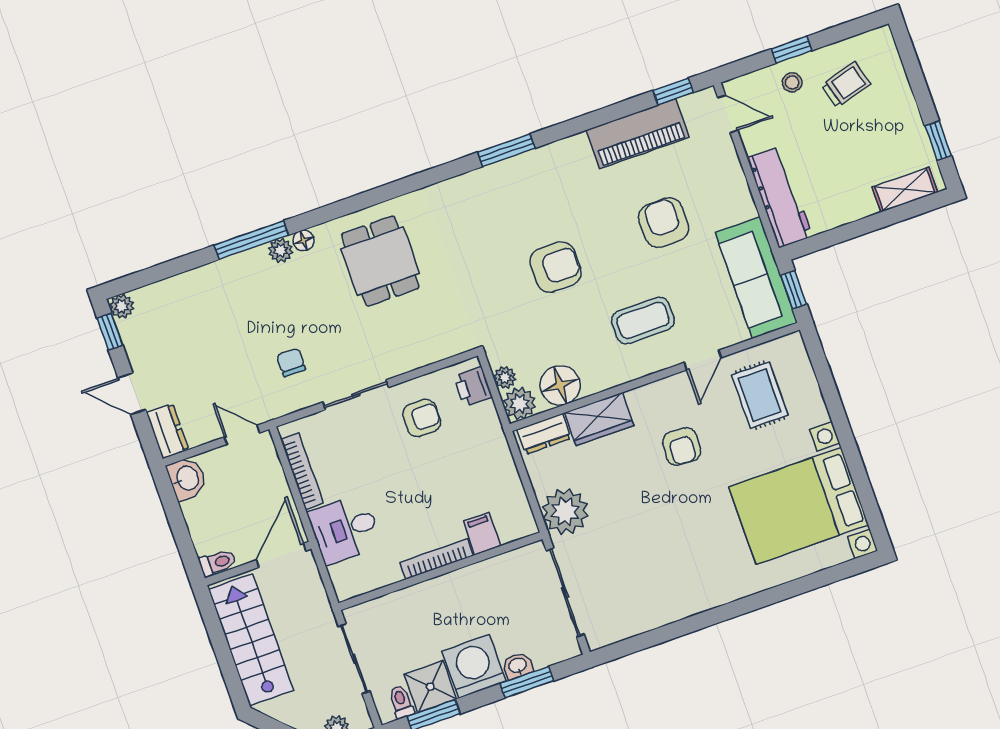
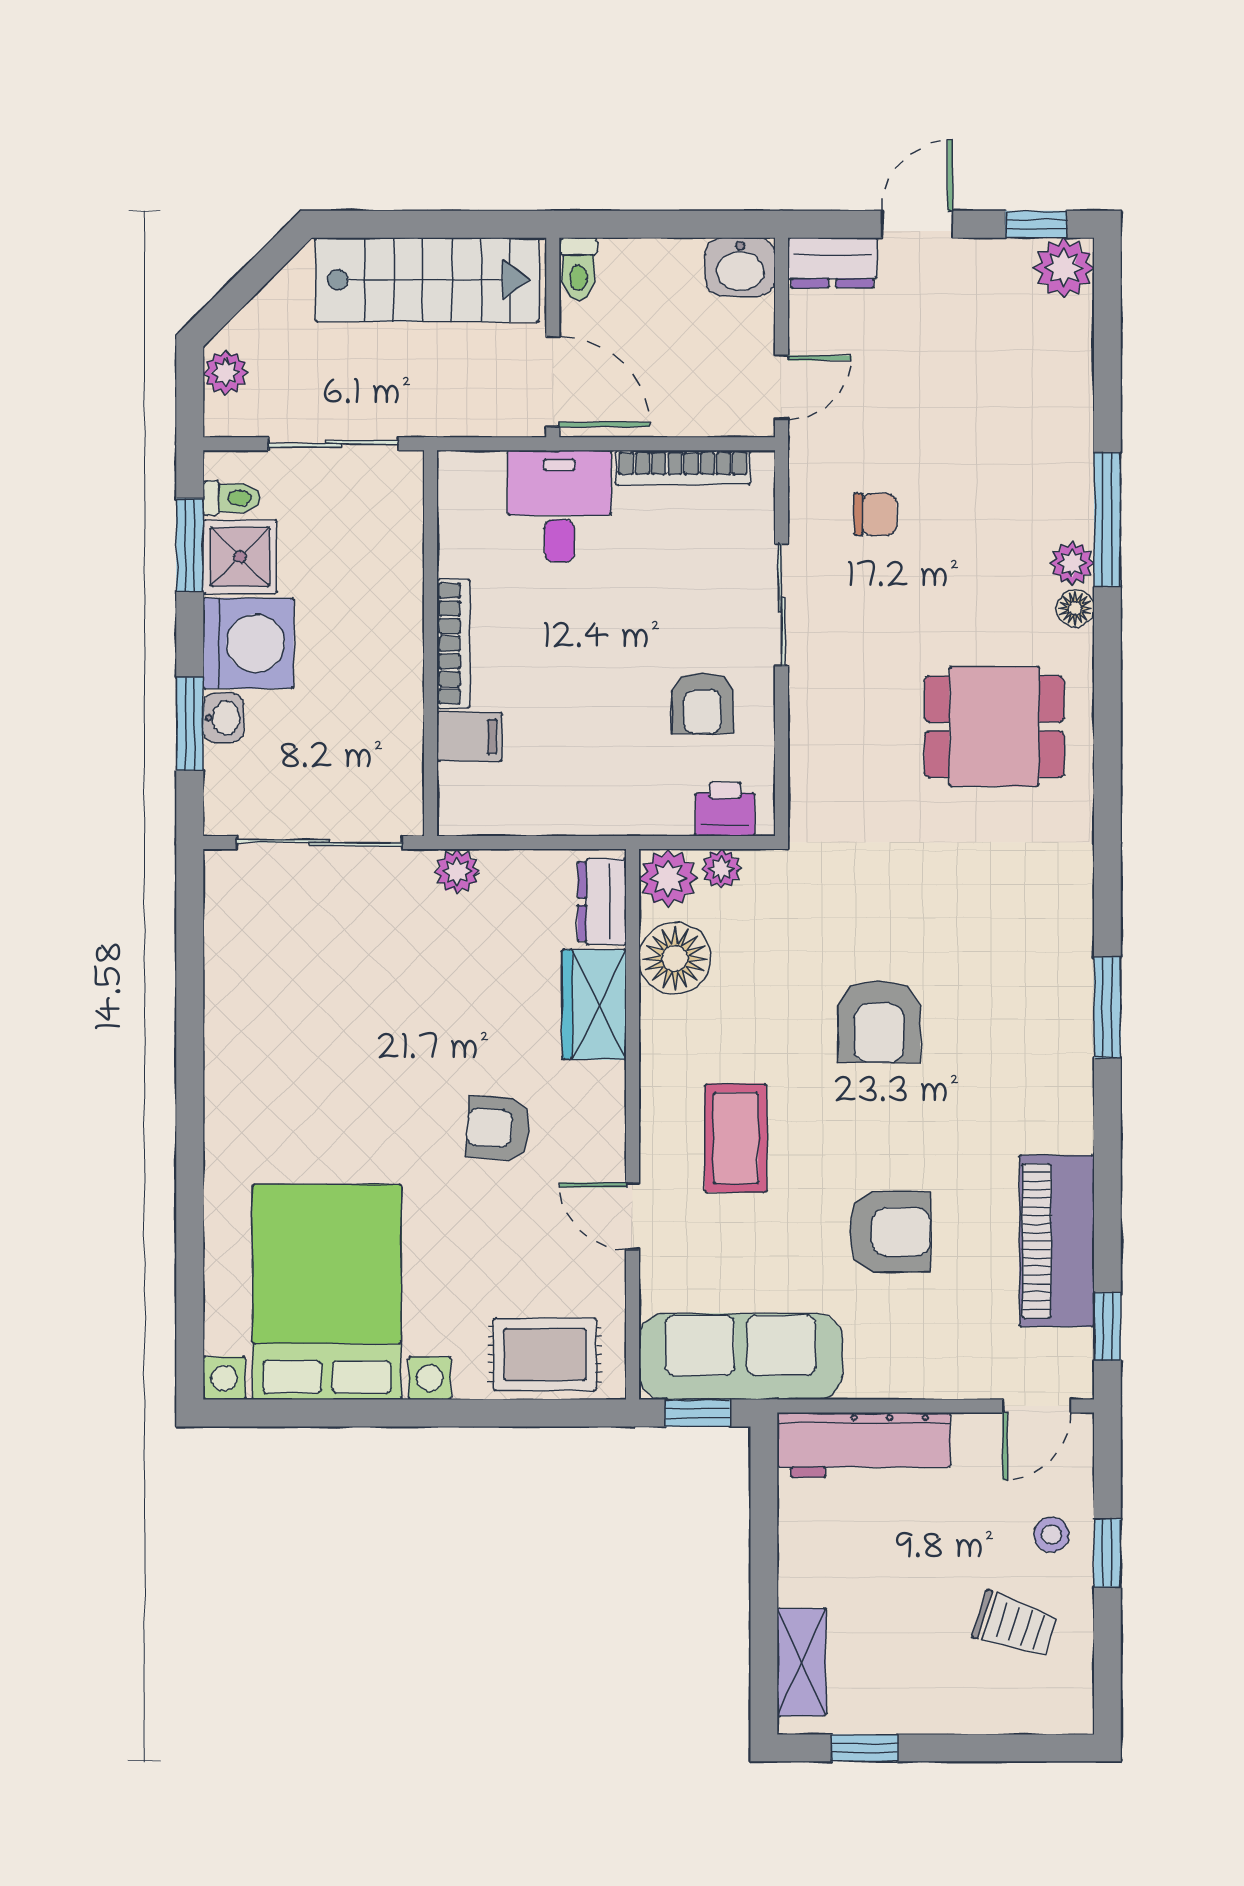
trolley: (846, 85) -> (1015, 1625), turned -56
plant: (122, 306) -> (1064, 268), width x1.38, depth x1.38
rug: (760, 395) -> (545, 1354), moved
plant: (565, 512) -> (457, 871), width x0.53, depth x0.53

